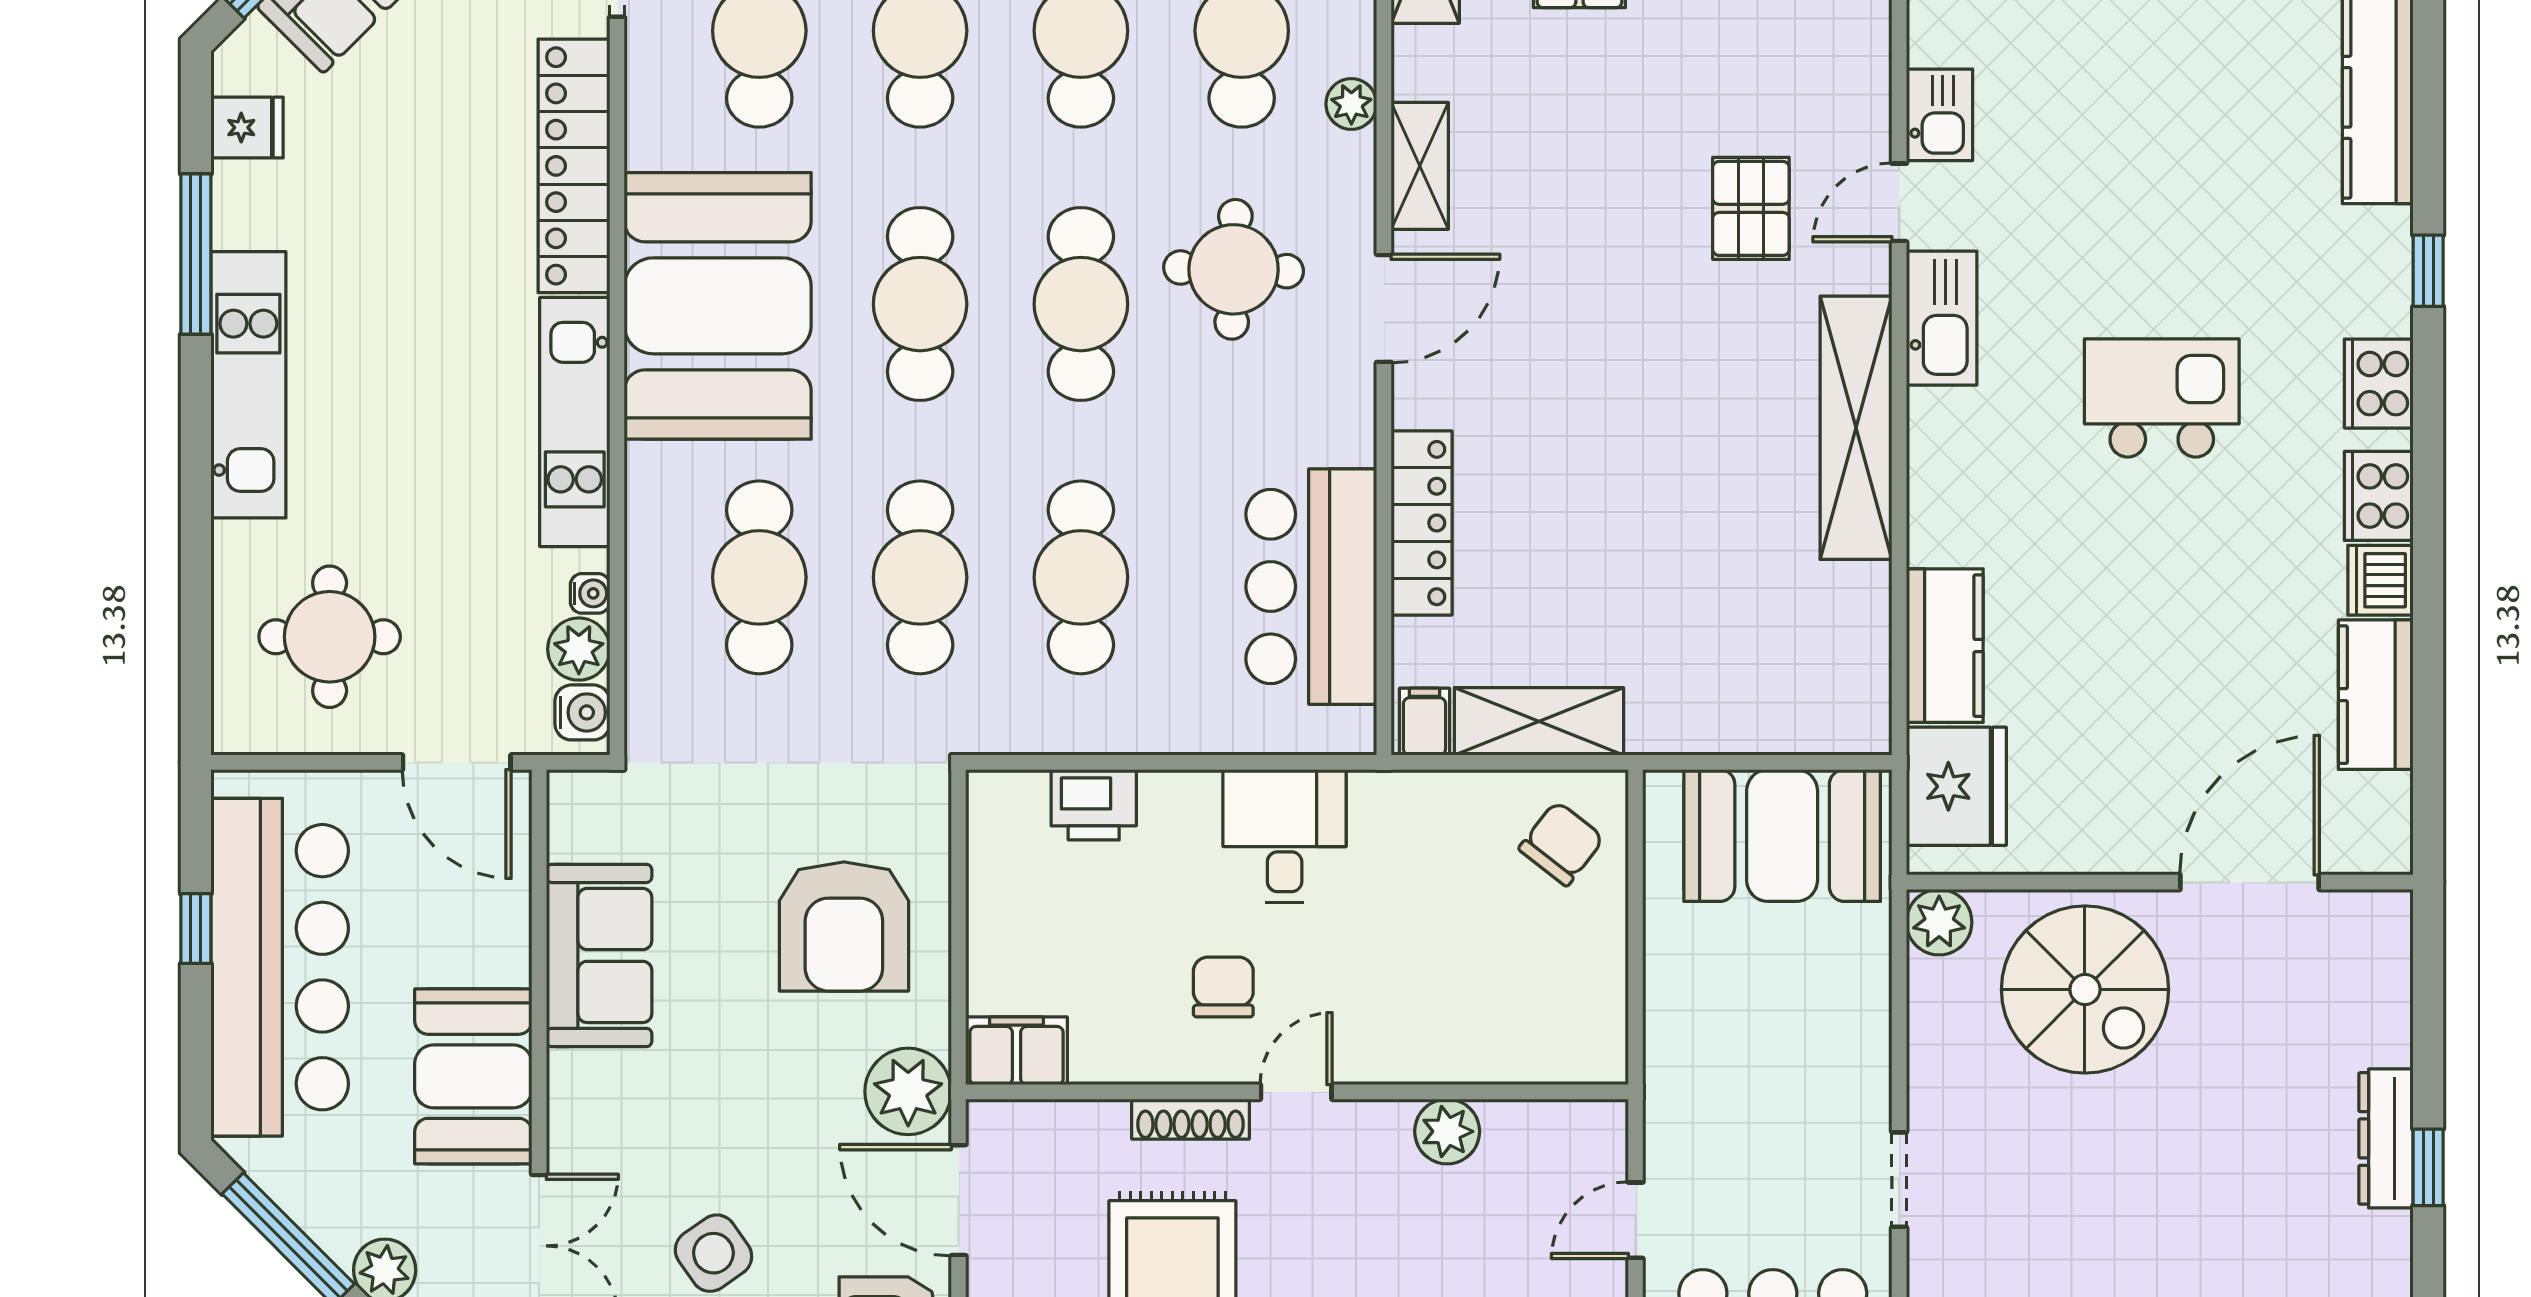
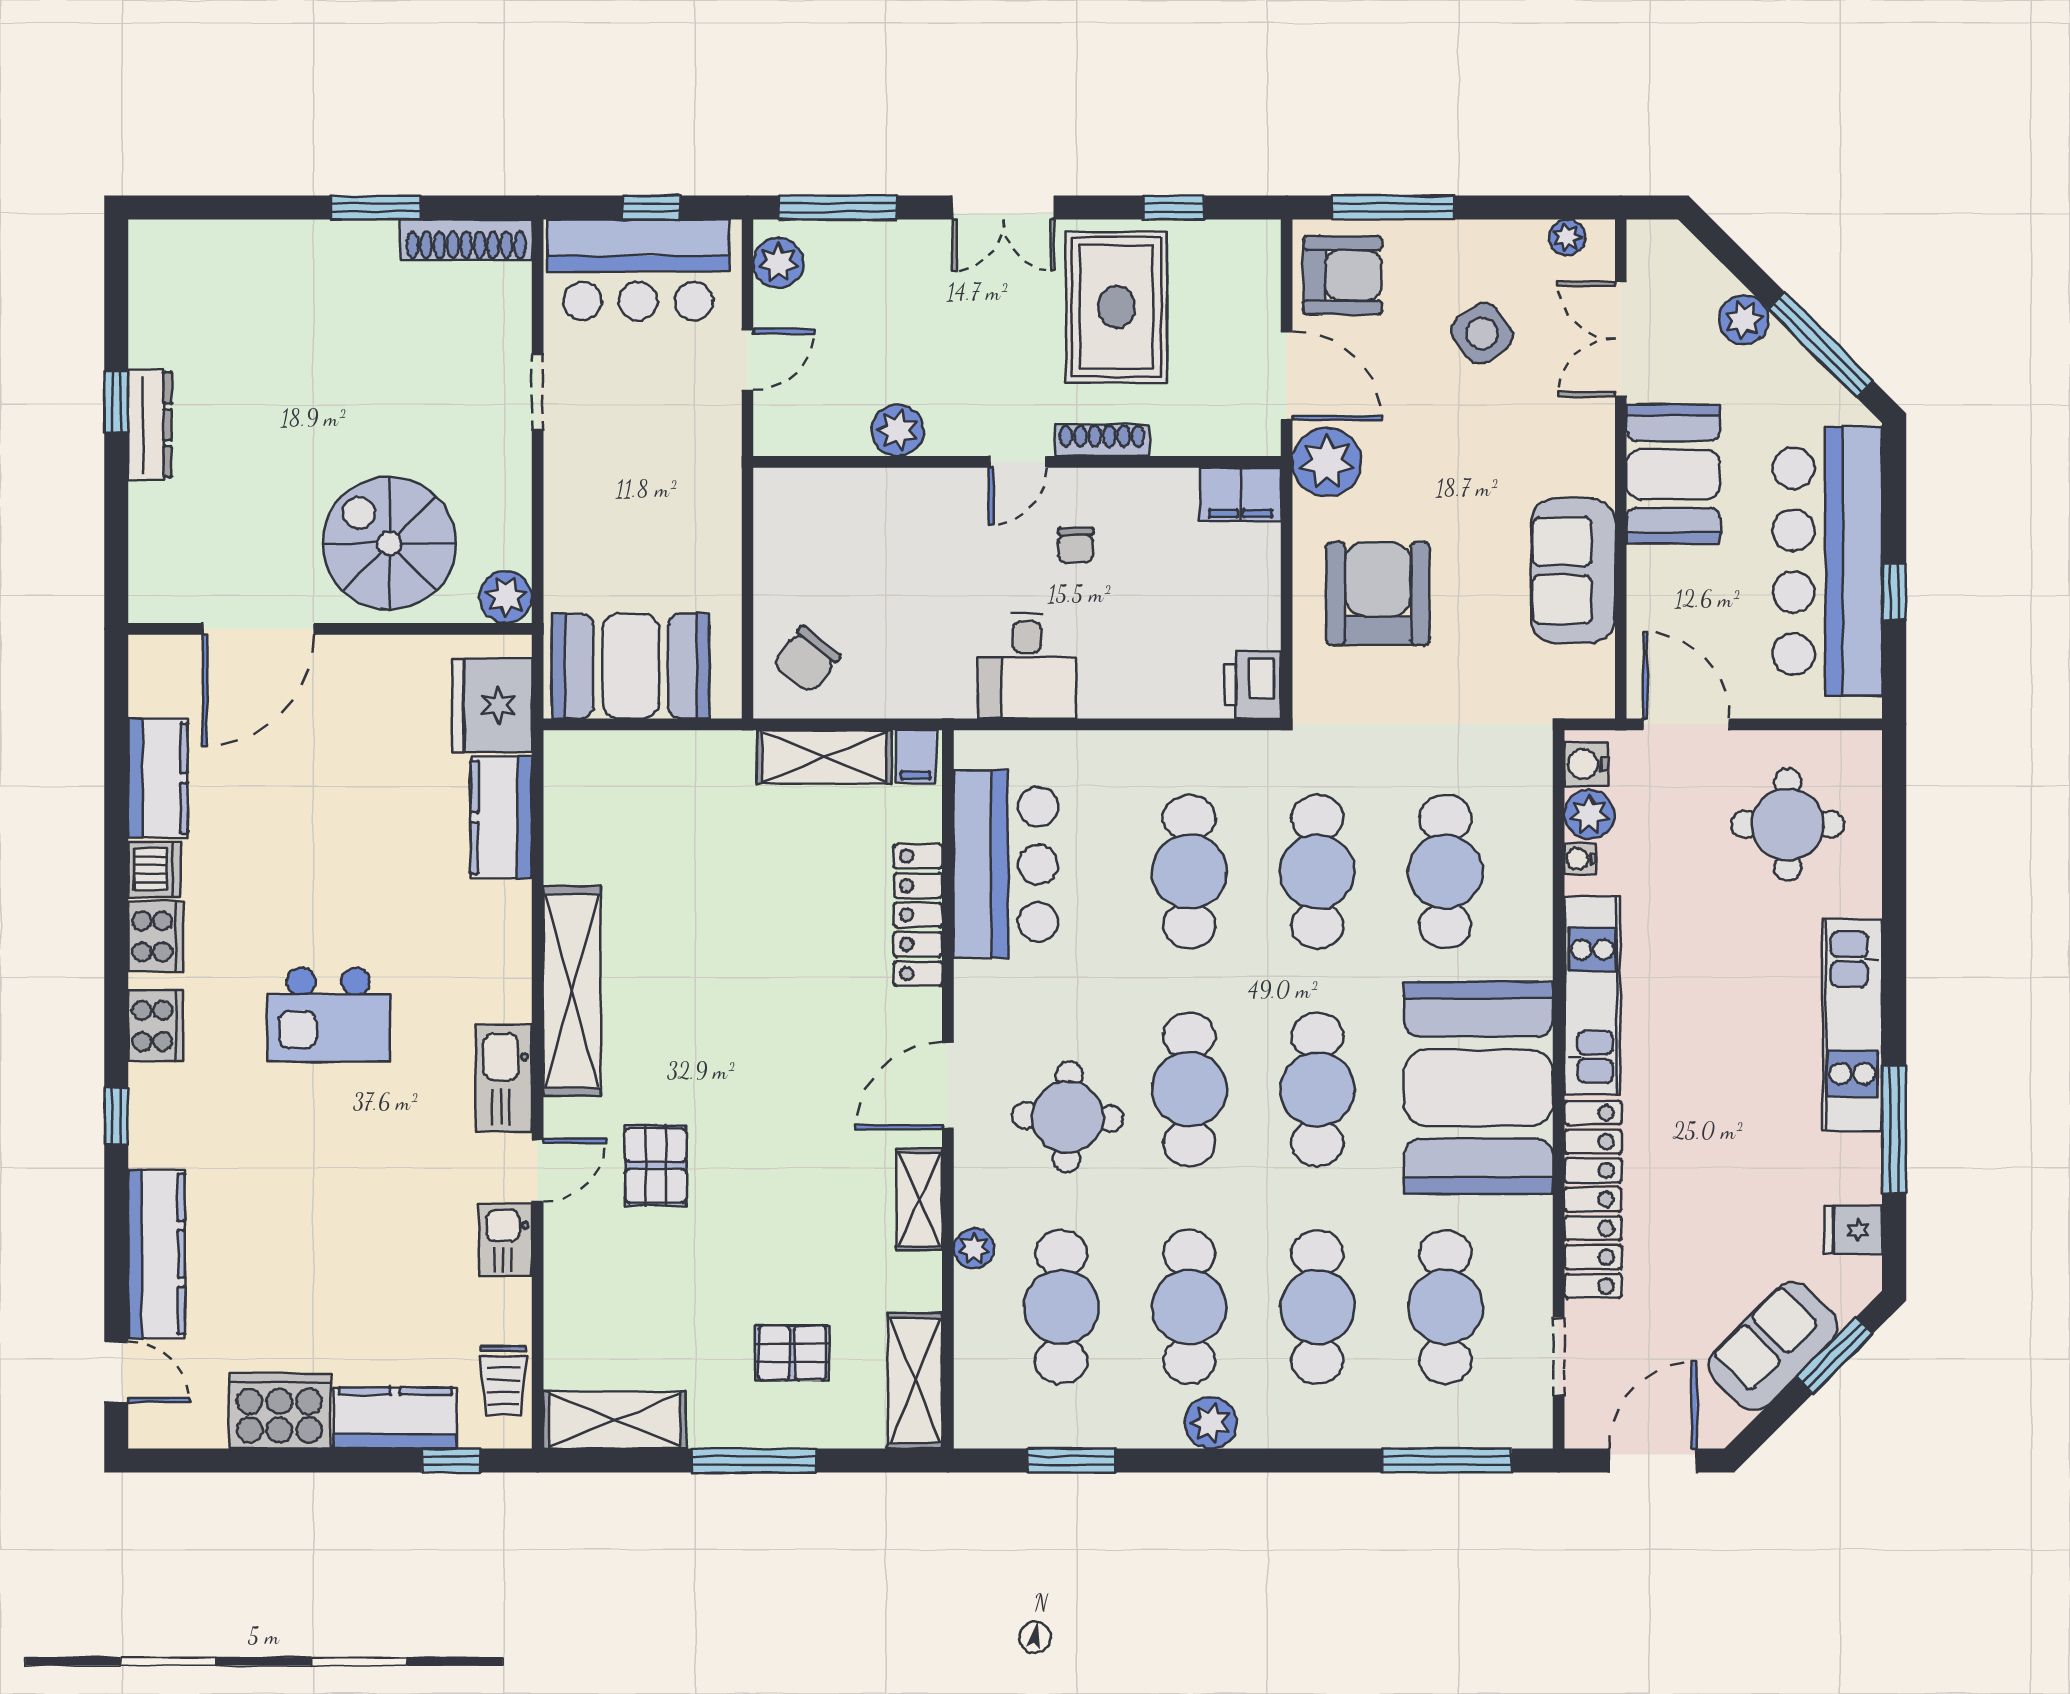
printer: (1094, 805) -> (1253, 685), moved, turned -90
chair: (1223, 987) -> (1076, 545), width x0.73, depth x0.73

